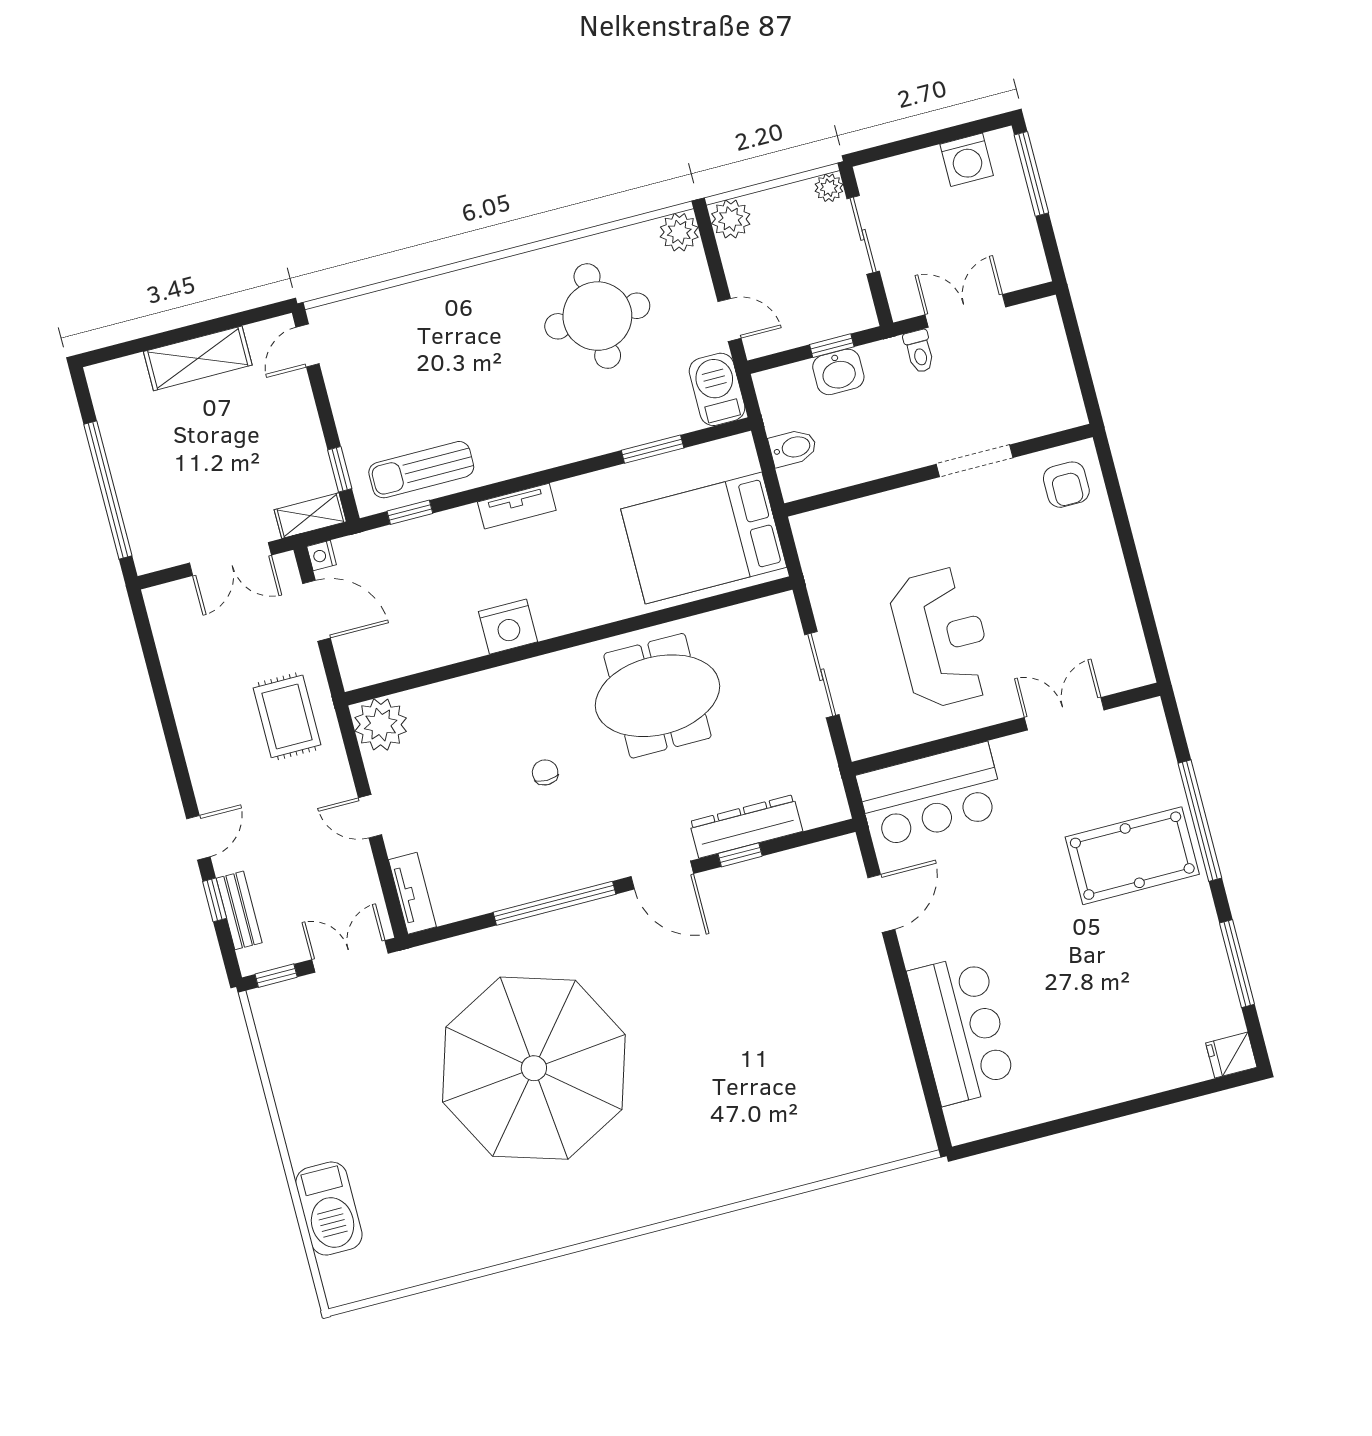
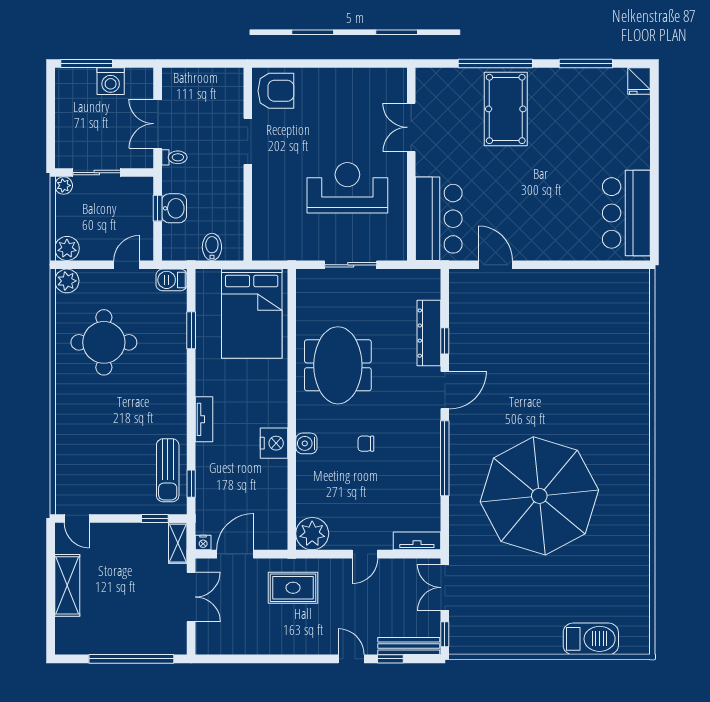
washing machine: (967, 160) -> (111, 81), moved, turned 90
barbecue: (717, 389) -> (172, 280), width x0.73, depth x0.79
armchair: (1066, 485) -> (276, 91), width x1.38, depth x1.38
water cooler: (521, 678) -> (306, 443), added
bench: (239, 910) -> (409, 646), width x1.36
bar counter: (962, 1029) -> (626, 213), moved, turned -90

